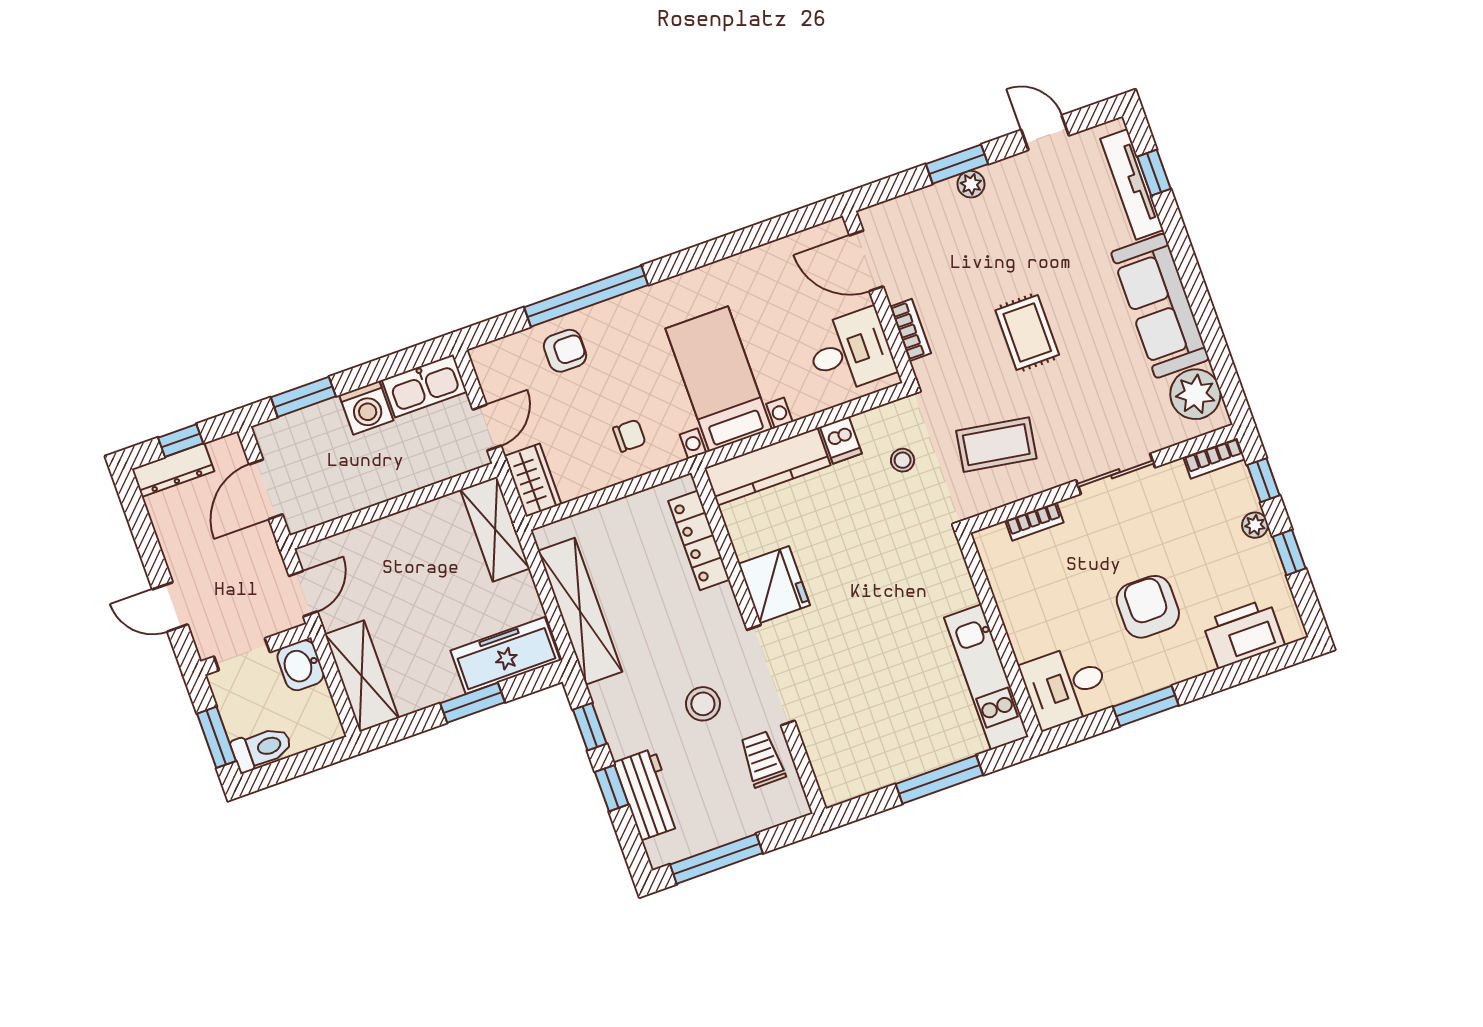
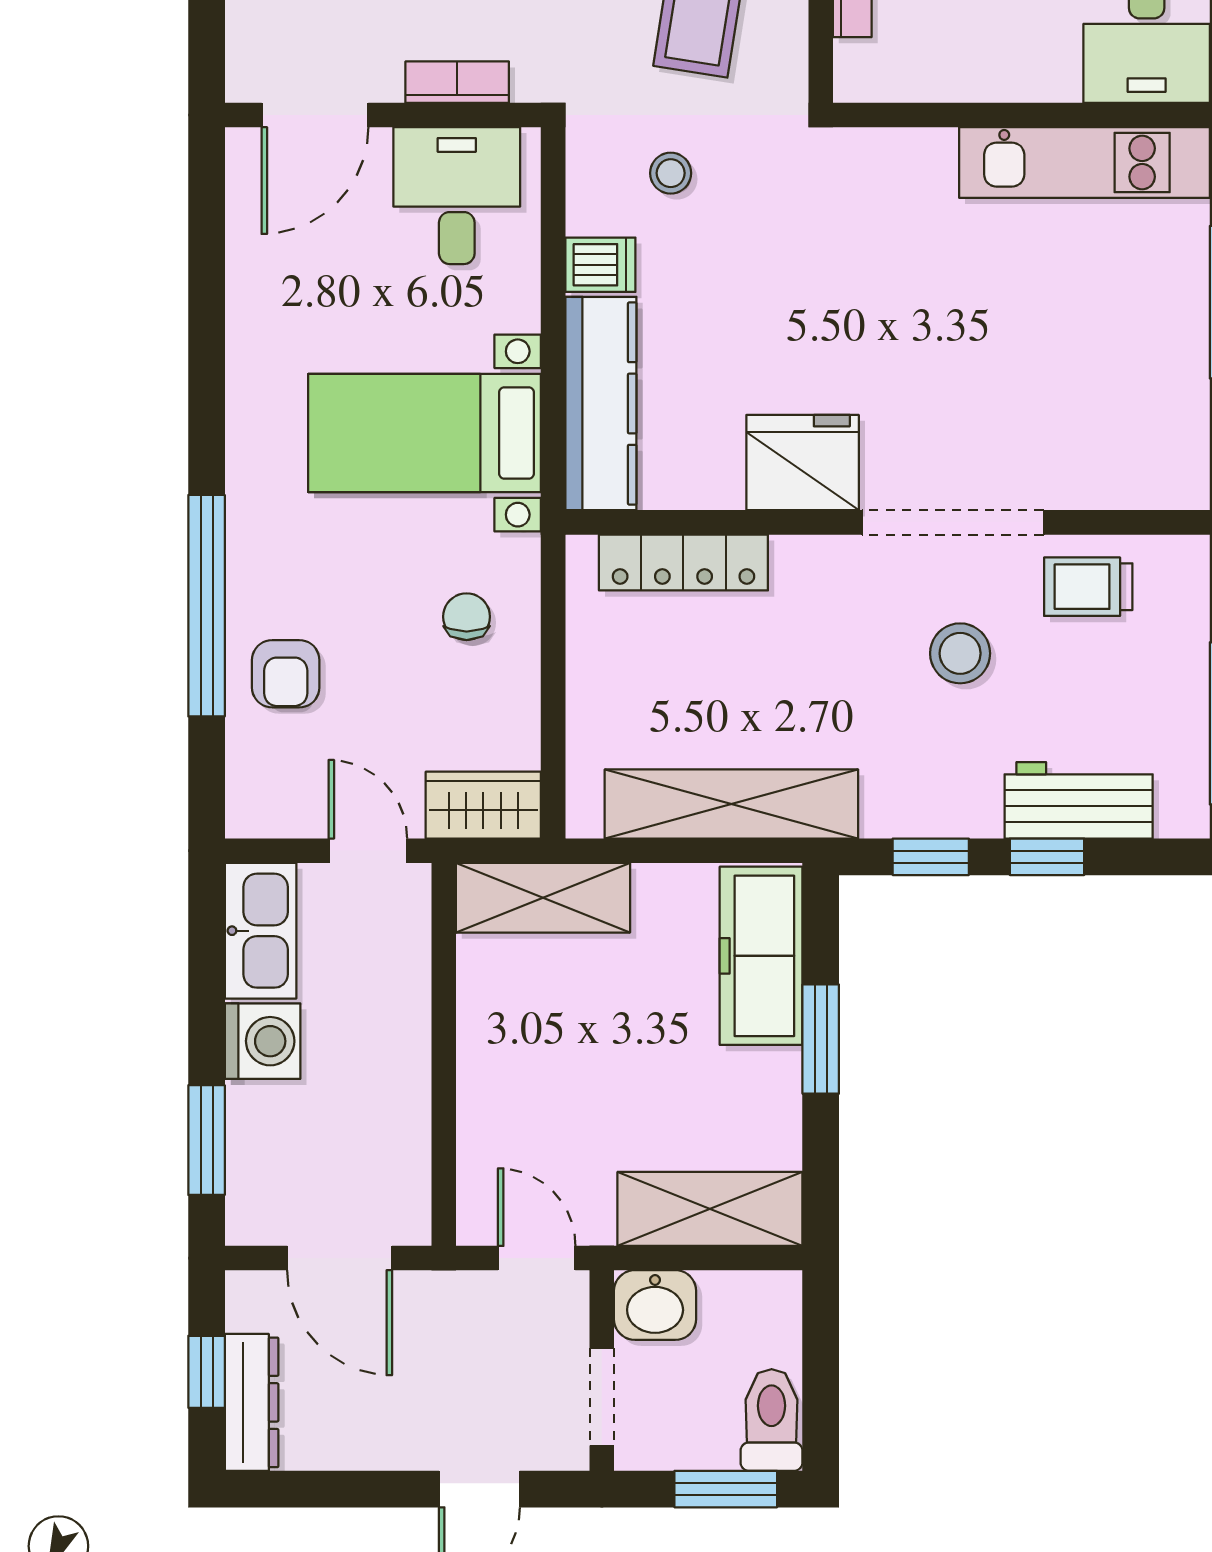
armchair: (565, 351) -> (286, 674), turned 180

